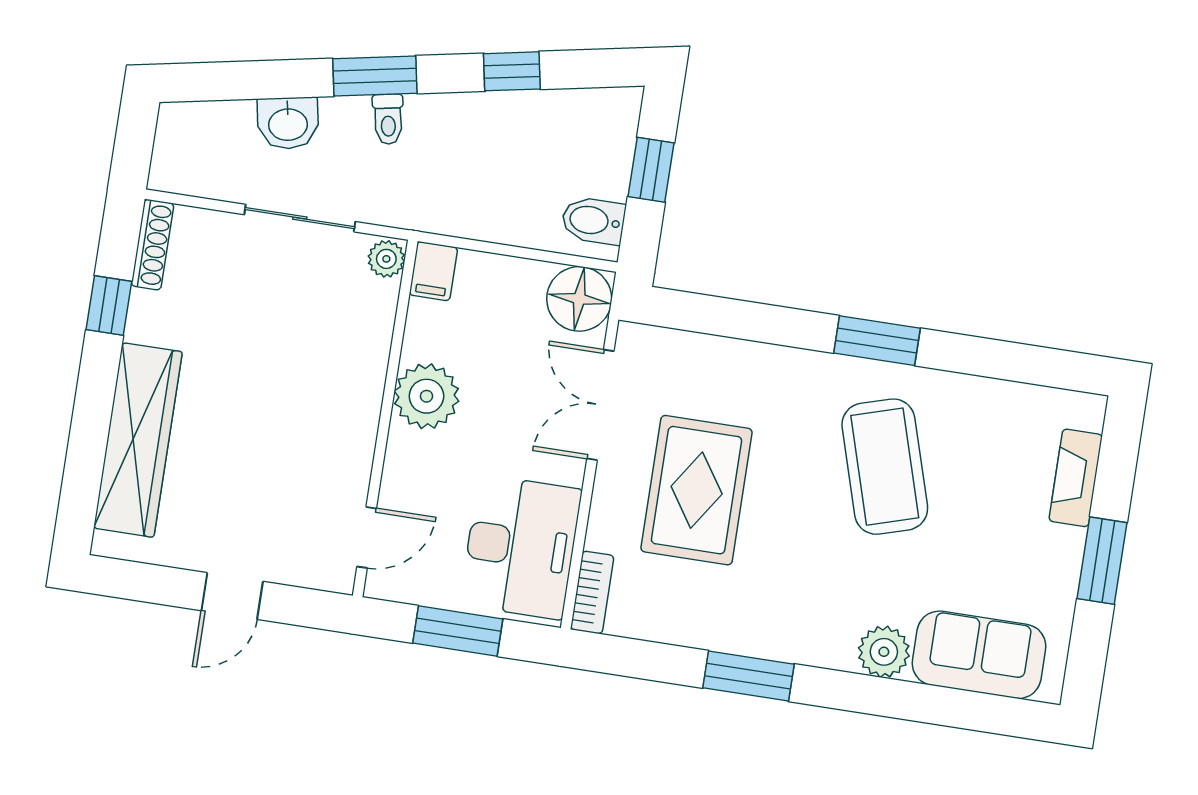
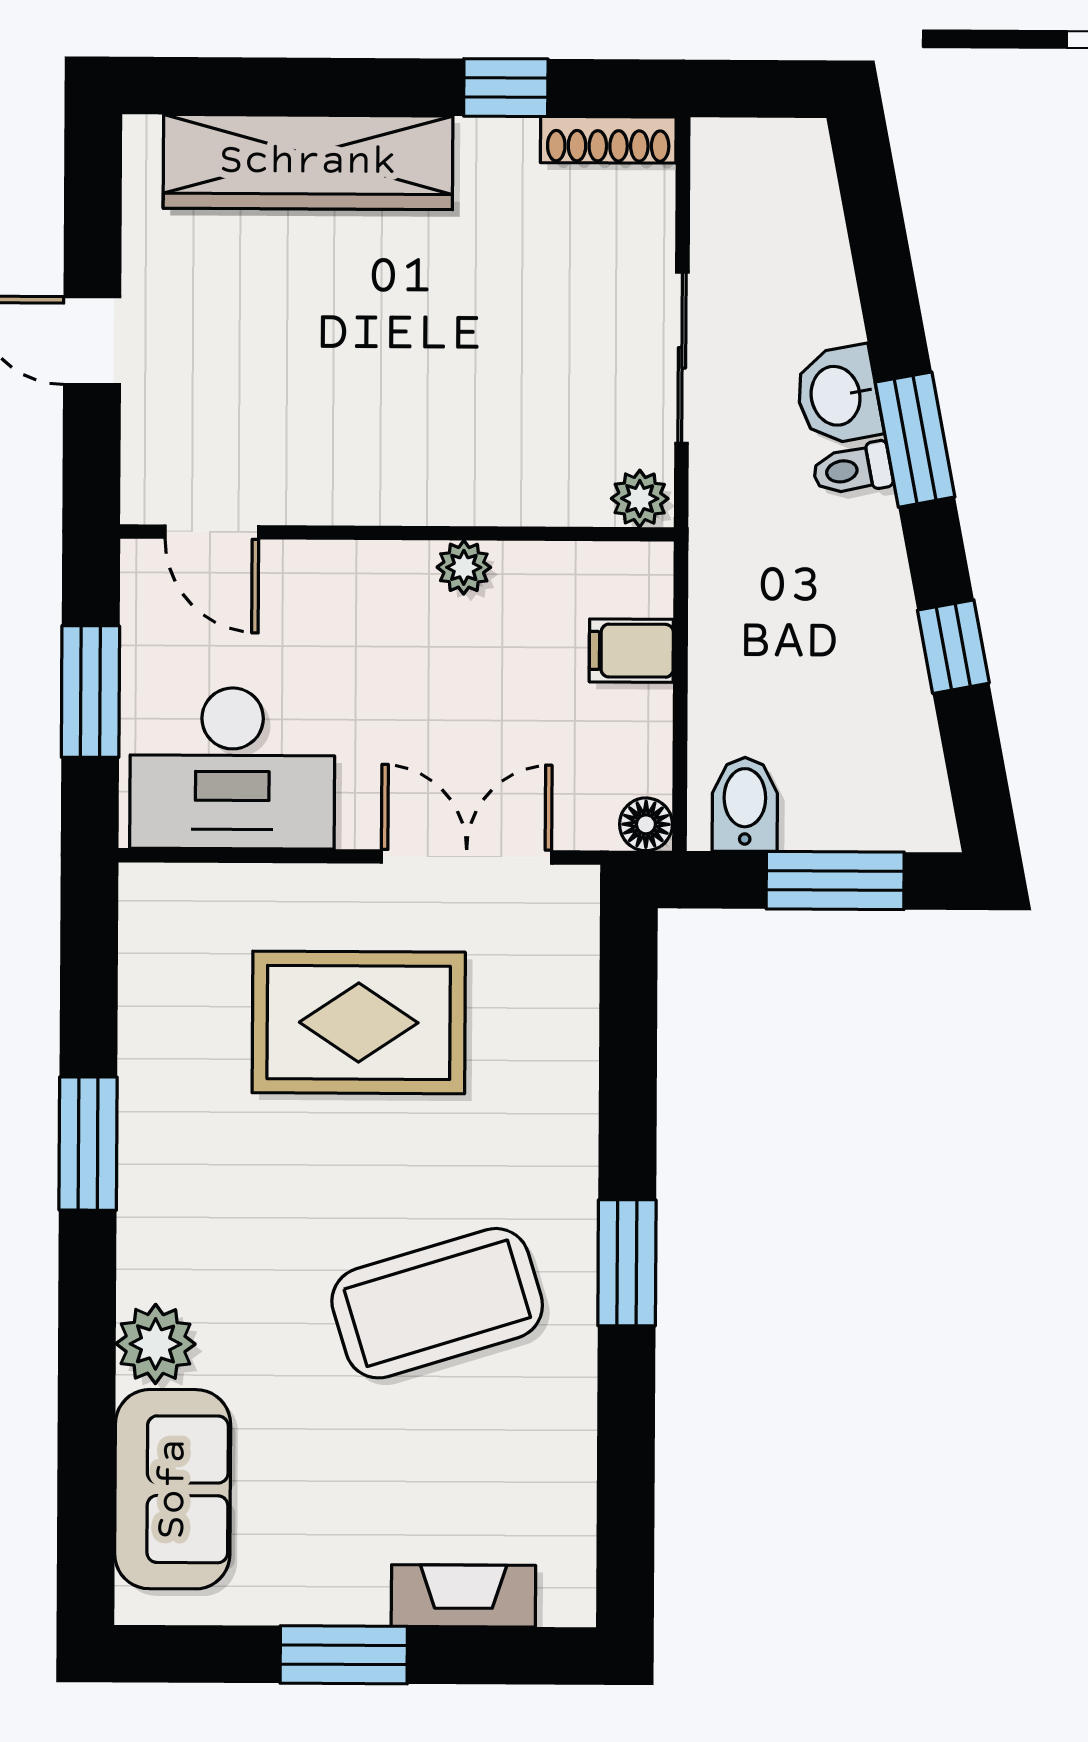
washbasin: (288, 123) -> (838, 395), moved
window: (651, 170) -> (835, 881), width x1.50
filing cabinet: (433, 271) -> (631, 651), moved
floor lamp: (579, 299) -> (646, 824), width x0.53, depth x0.53
plant: (427, 396) -> (464, 567), width x0.53, depth x0.53
bookcase: (592, 592) -> (179, 887), removed

